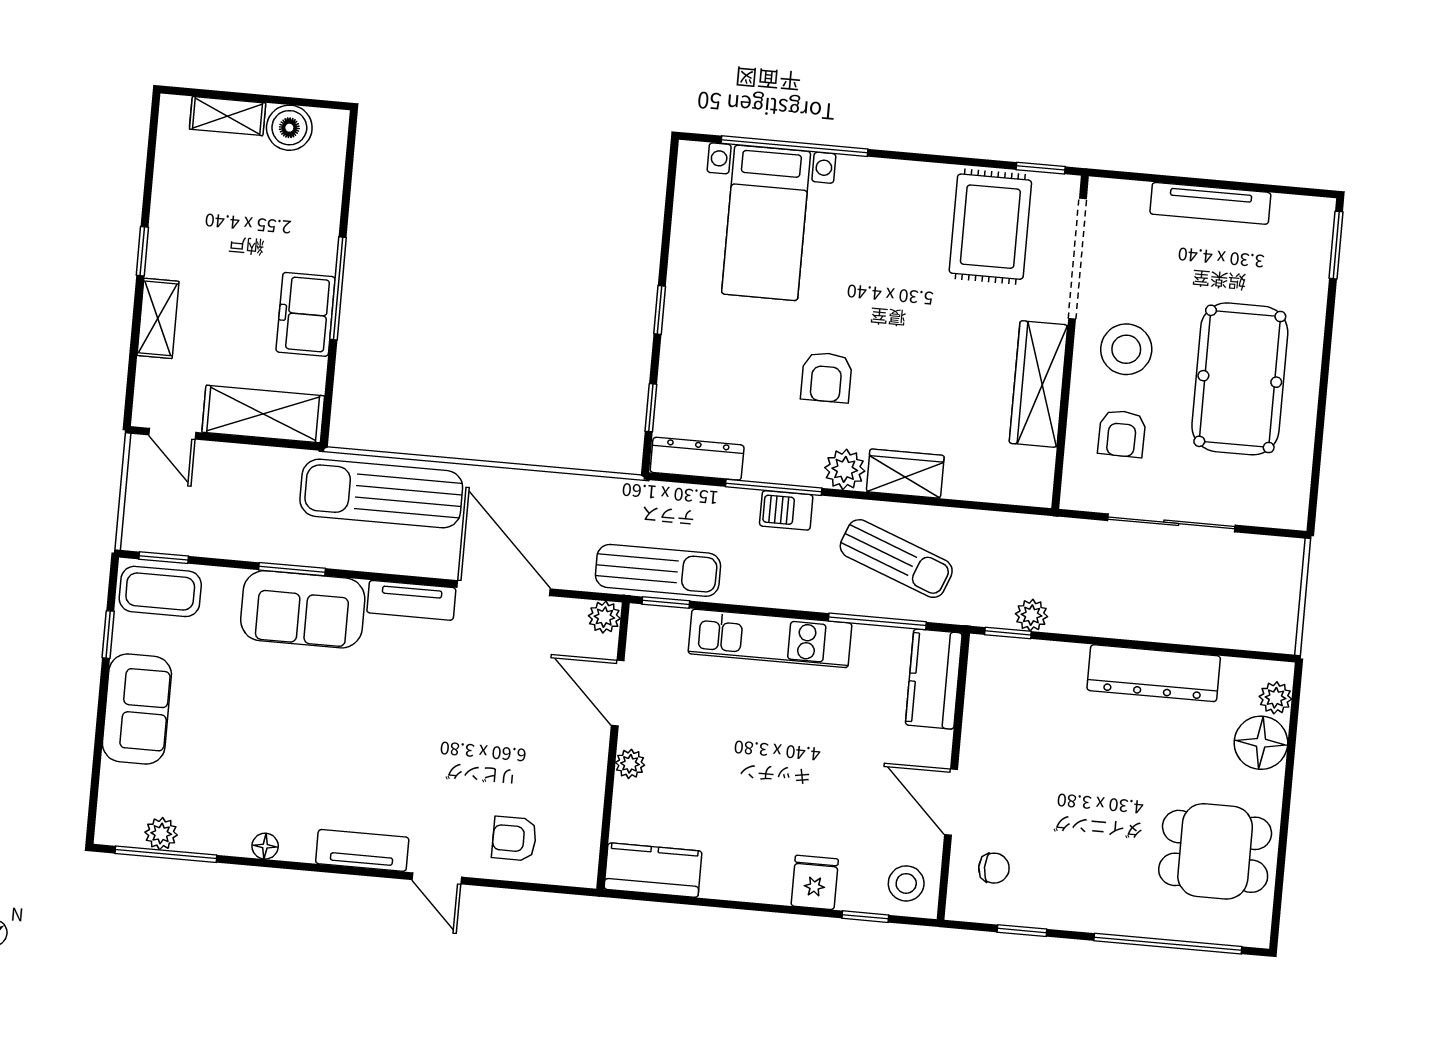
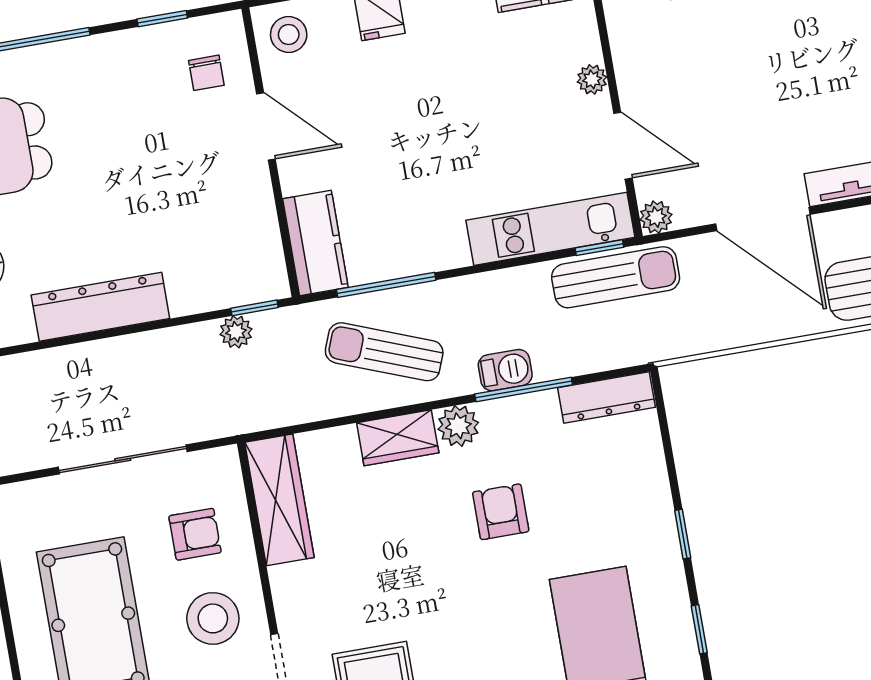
wardrobe: (1038, 384) -> (279, 500), moved
window: (651, 408) -> (699, 629), moved
armchair: (1122, 434) -> (195, 534), turned 89
sun lounger: (658, 570) -> (616, 277), turned 180
kitchen unit: (770, 638) -> (550, 229), moved
chair: (994, 868) -> (206, 73), turned -90

